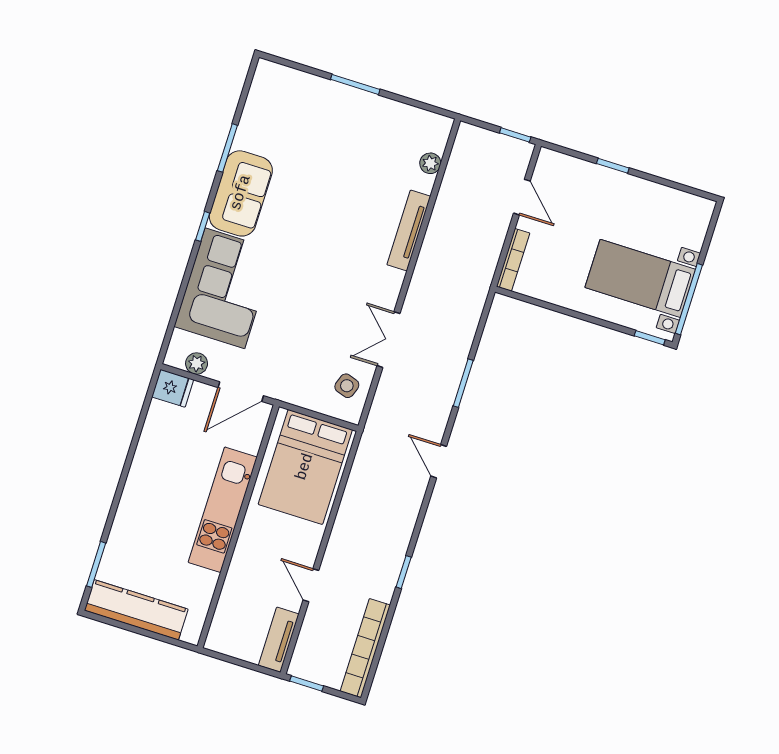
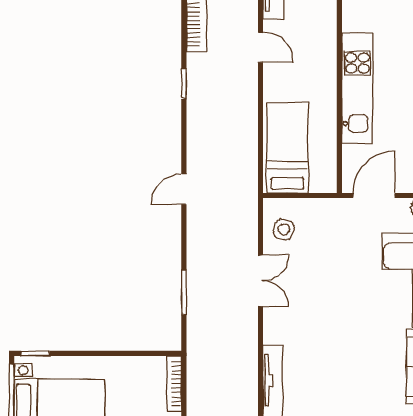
window: (463, 383) -> (184, 292), moved
door: (439, 461) -> (184, 189), swing flipped
bed: (305, 467) -> (287, 148), width x0.67

